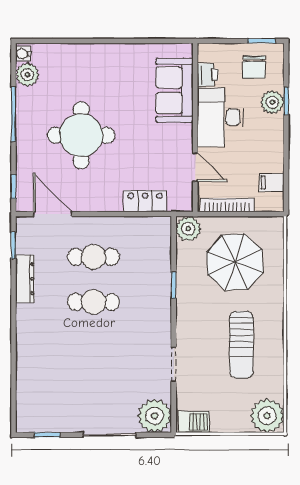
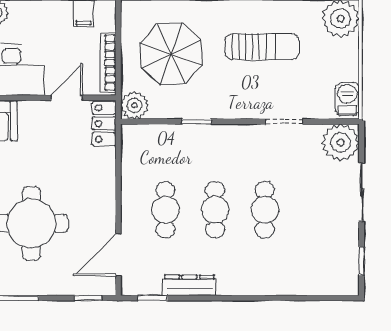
locker: (145, 201) -> (104, 124), moved
cafe table: (94, 347) -> (265, 210), added

